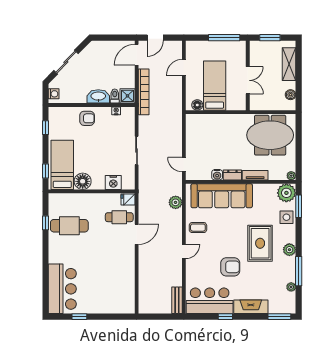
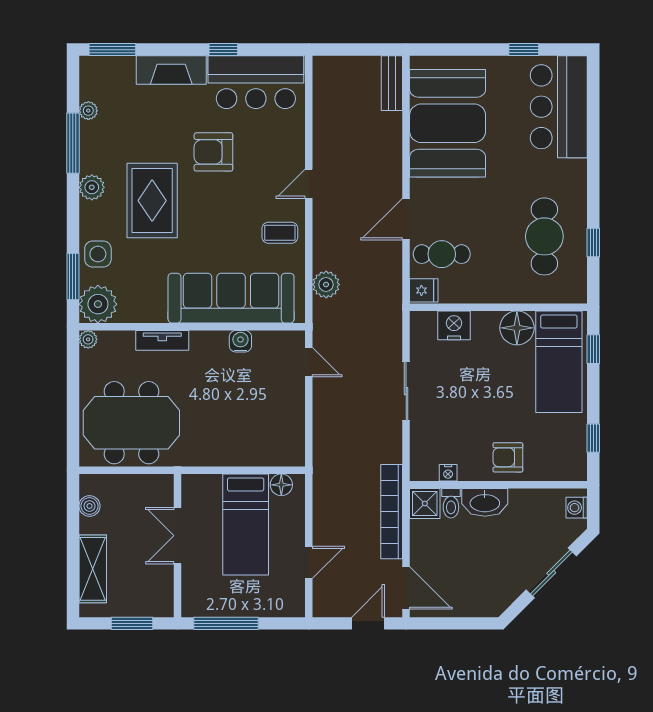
door: (137, 55) -> (406, 588), hinge flipped
dresser: (232, 175) -> (209, 341), removed
cafe table: (69, 226) -> (544, 236), turned 90
booth: (116, 281) -> (448, 123), added
bench: (177, 300) -> (392, 83), moved

